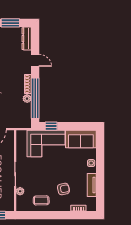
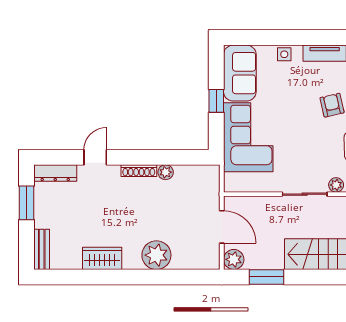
window: (35, 98) -> (165, 157), removed
window: (51, 126) -> (216, 101), moved

